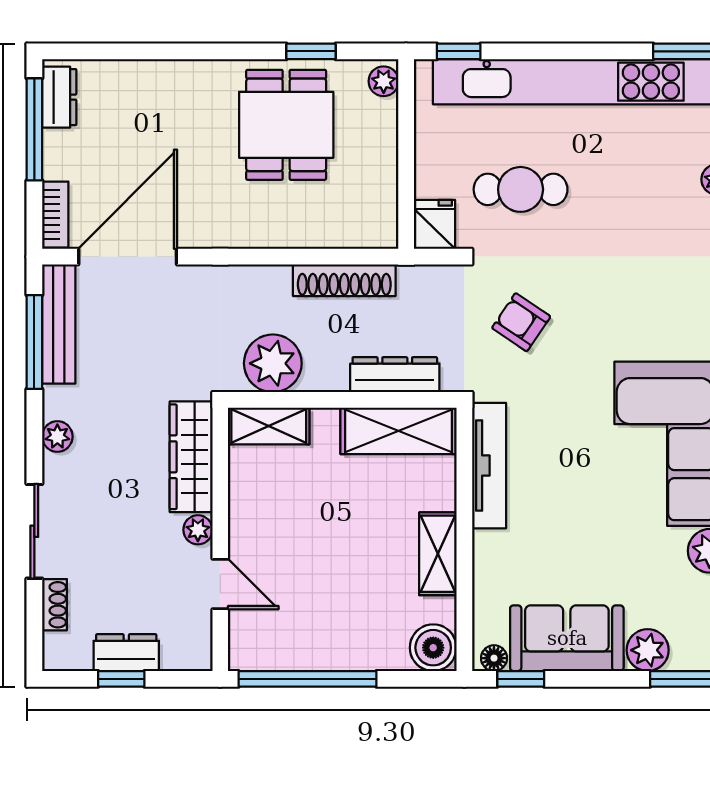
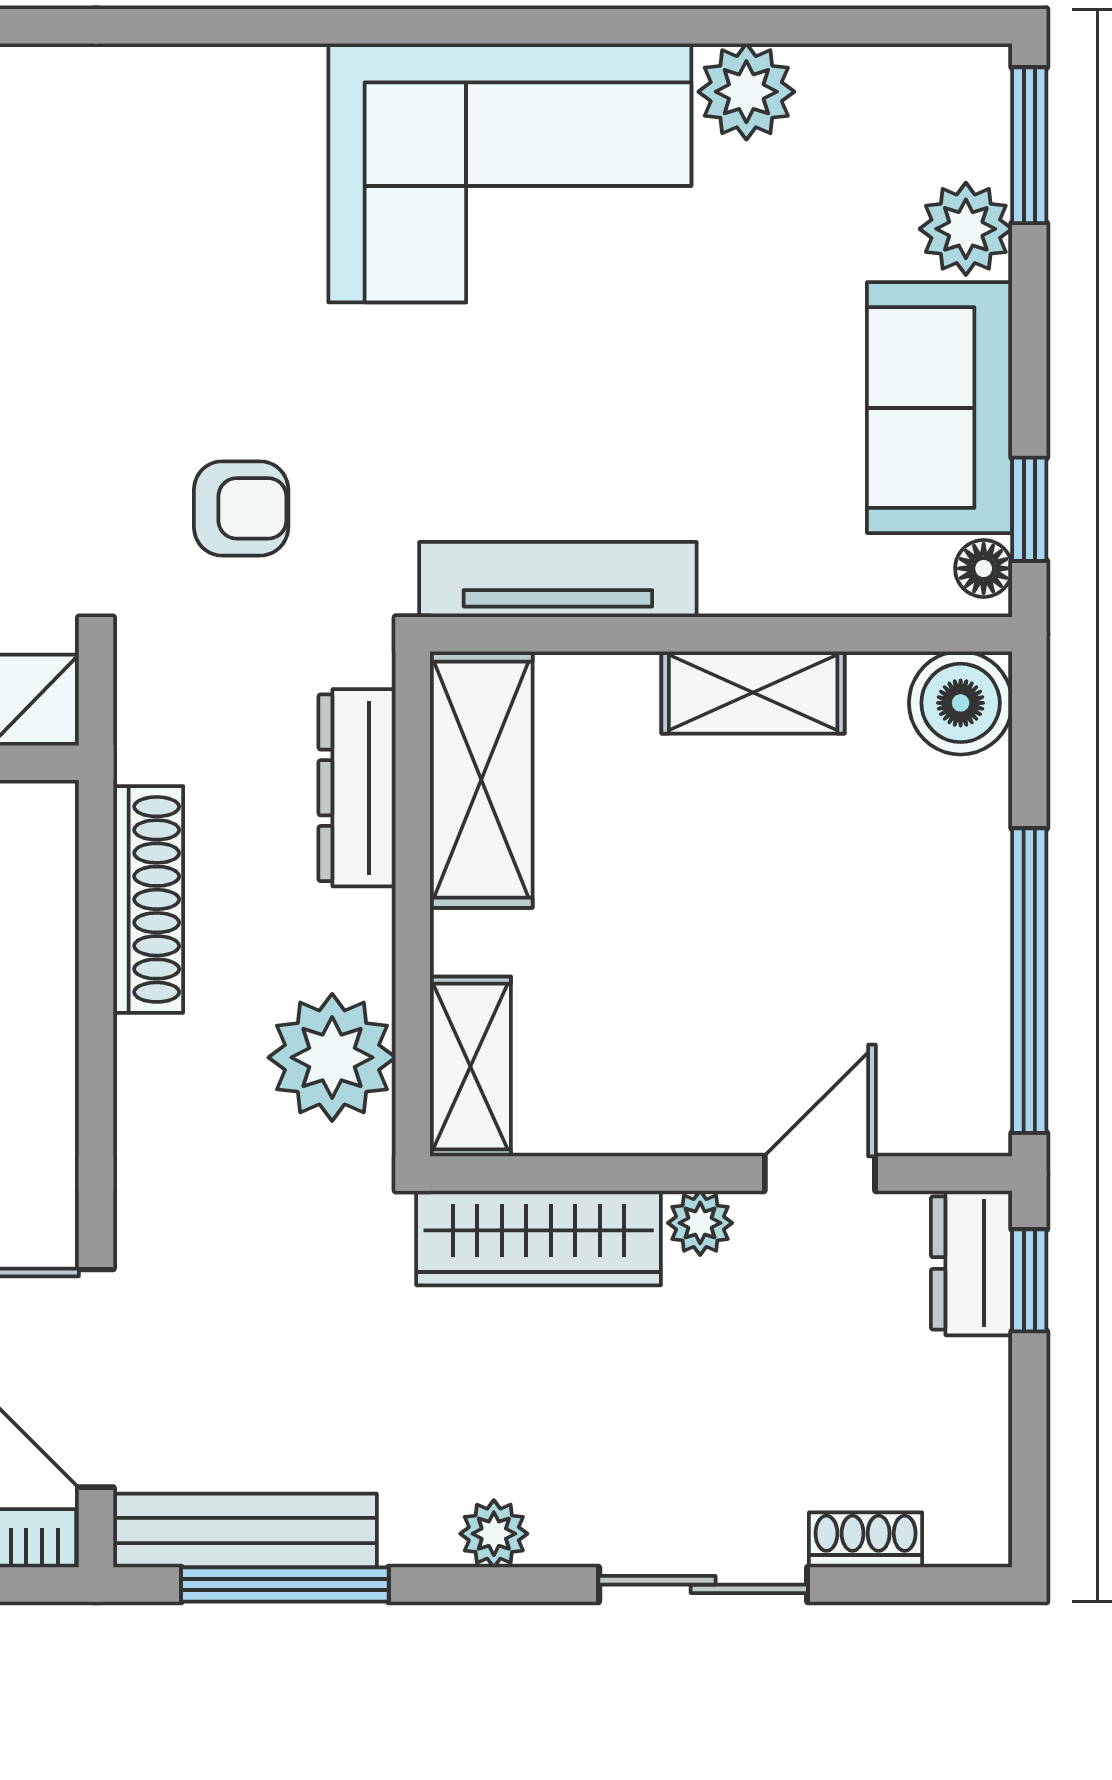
armchair: (521, 322) -> (241, 508), turned -124
dresser: (126, 653) -> (971, 1263), moved
window: (121, 679) -> (1029, 1280), moved

